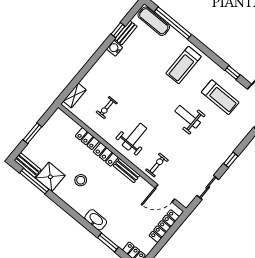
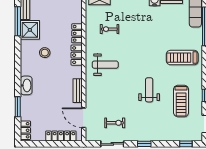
exercise bike: (157, 165) -> (115, 123), moved
bench: (127, 171) -> (78, 91), moved

